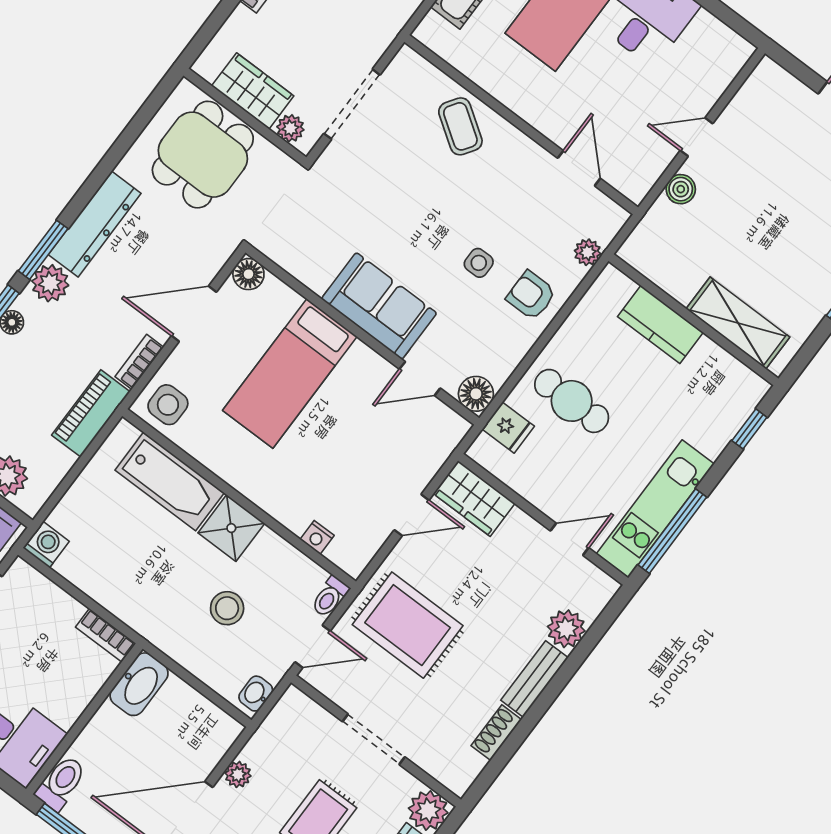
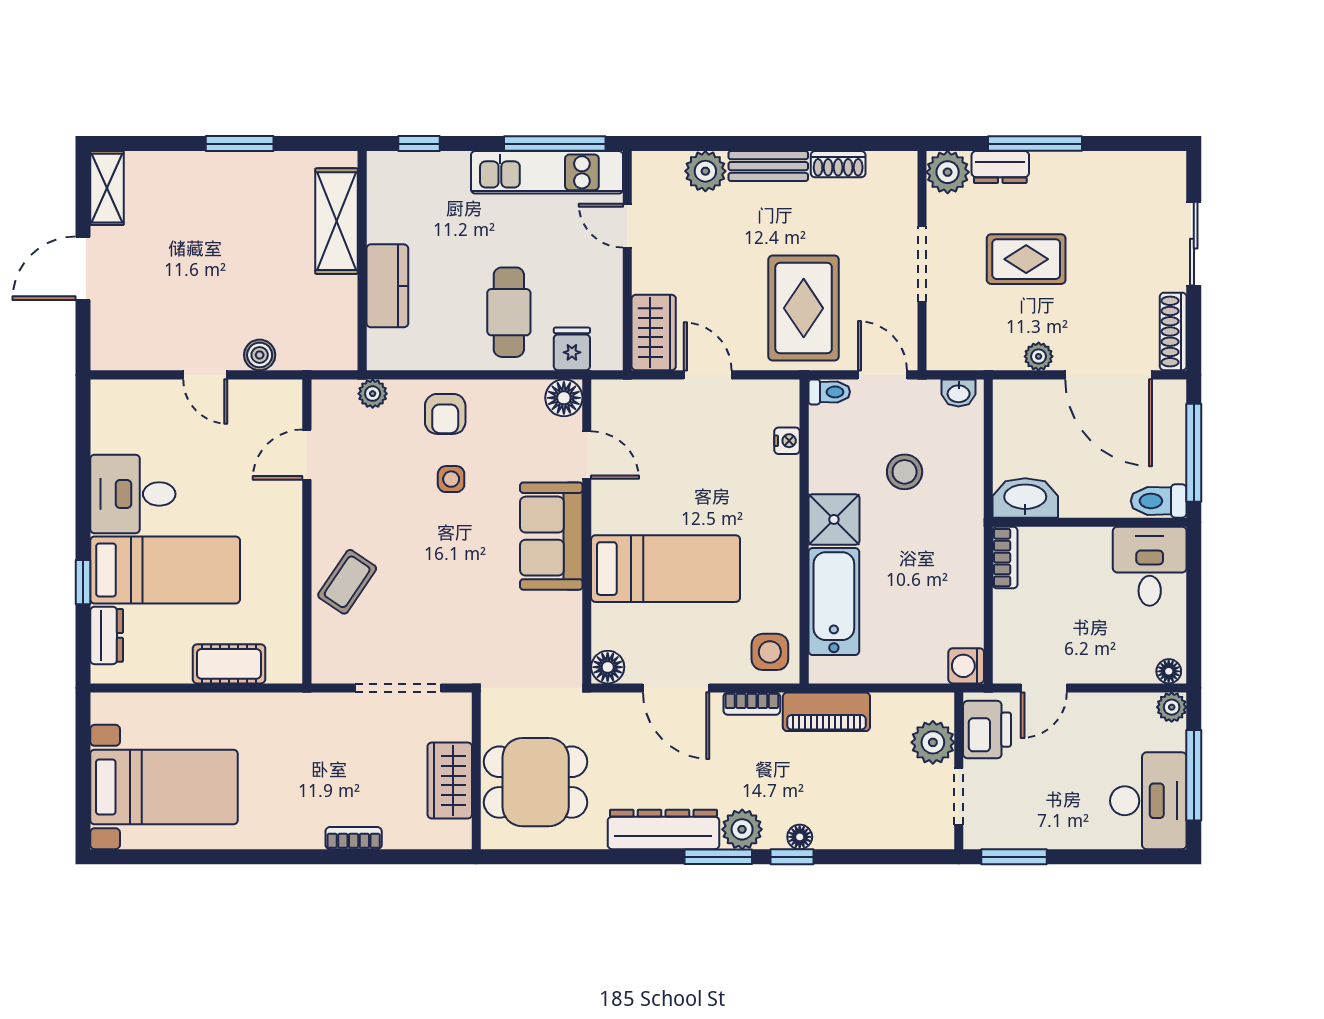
plant: (290, 128) -> (457, 725), removed

